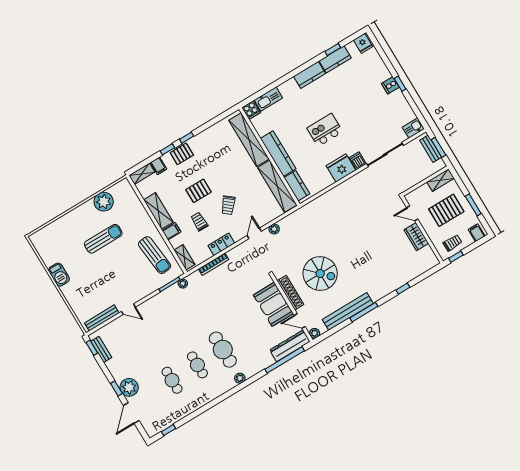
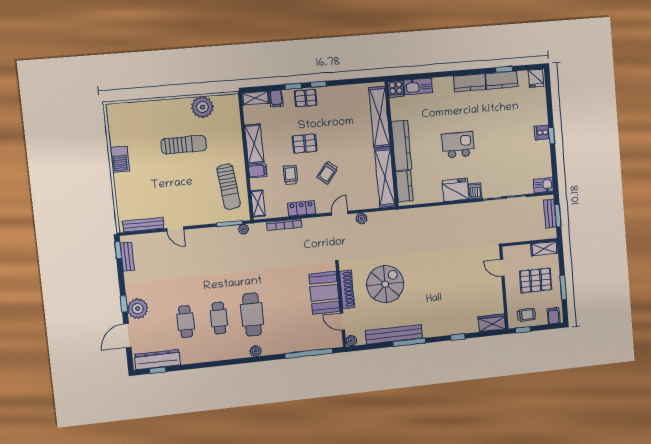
wardrobe: (416, 237) -> (492, 323), moved, turned 90
spiral stairs: (320, 274) -> (385, 284), turned -90
dresser: (290, 346) -> (158, 360), moved

